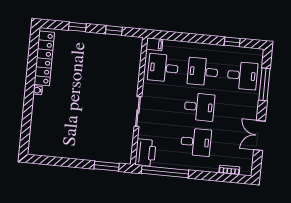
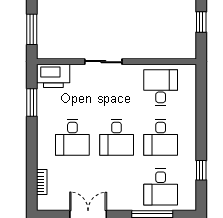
filing cabinet: (154, 44) -> (189, 74), removed
desk: (203, 72) -> (161, 137), turned 180
window: (165, 172) -> (32, 102), width x0.47

